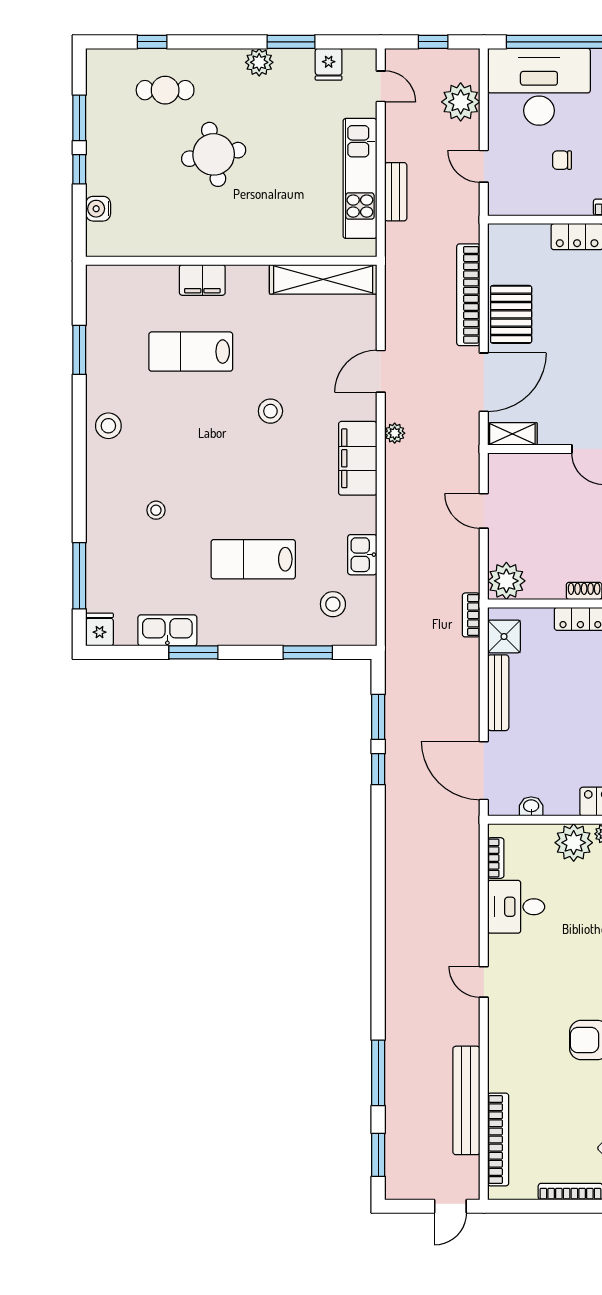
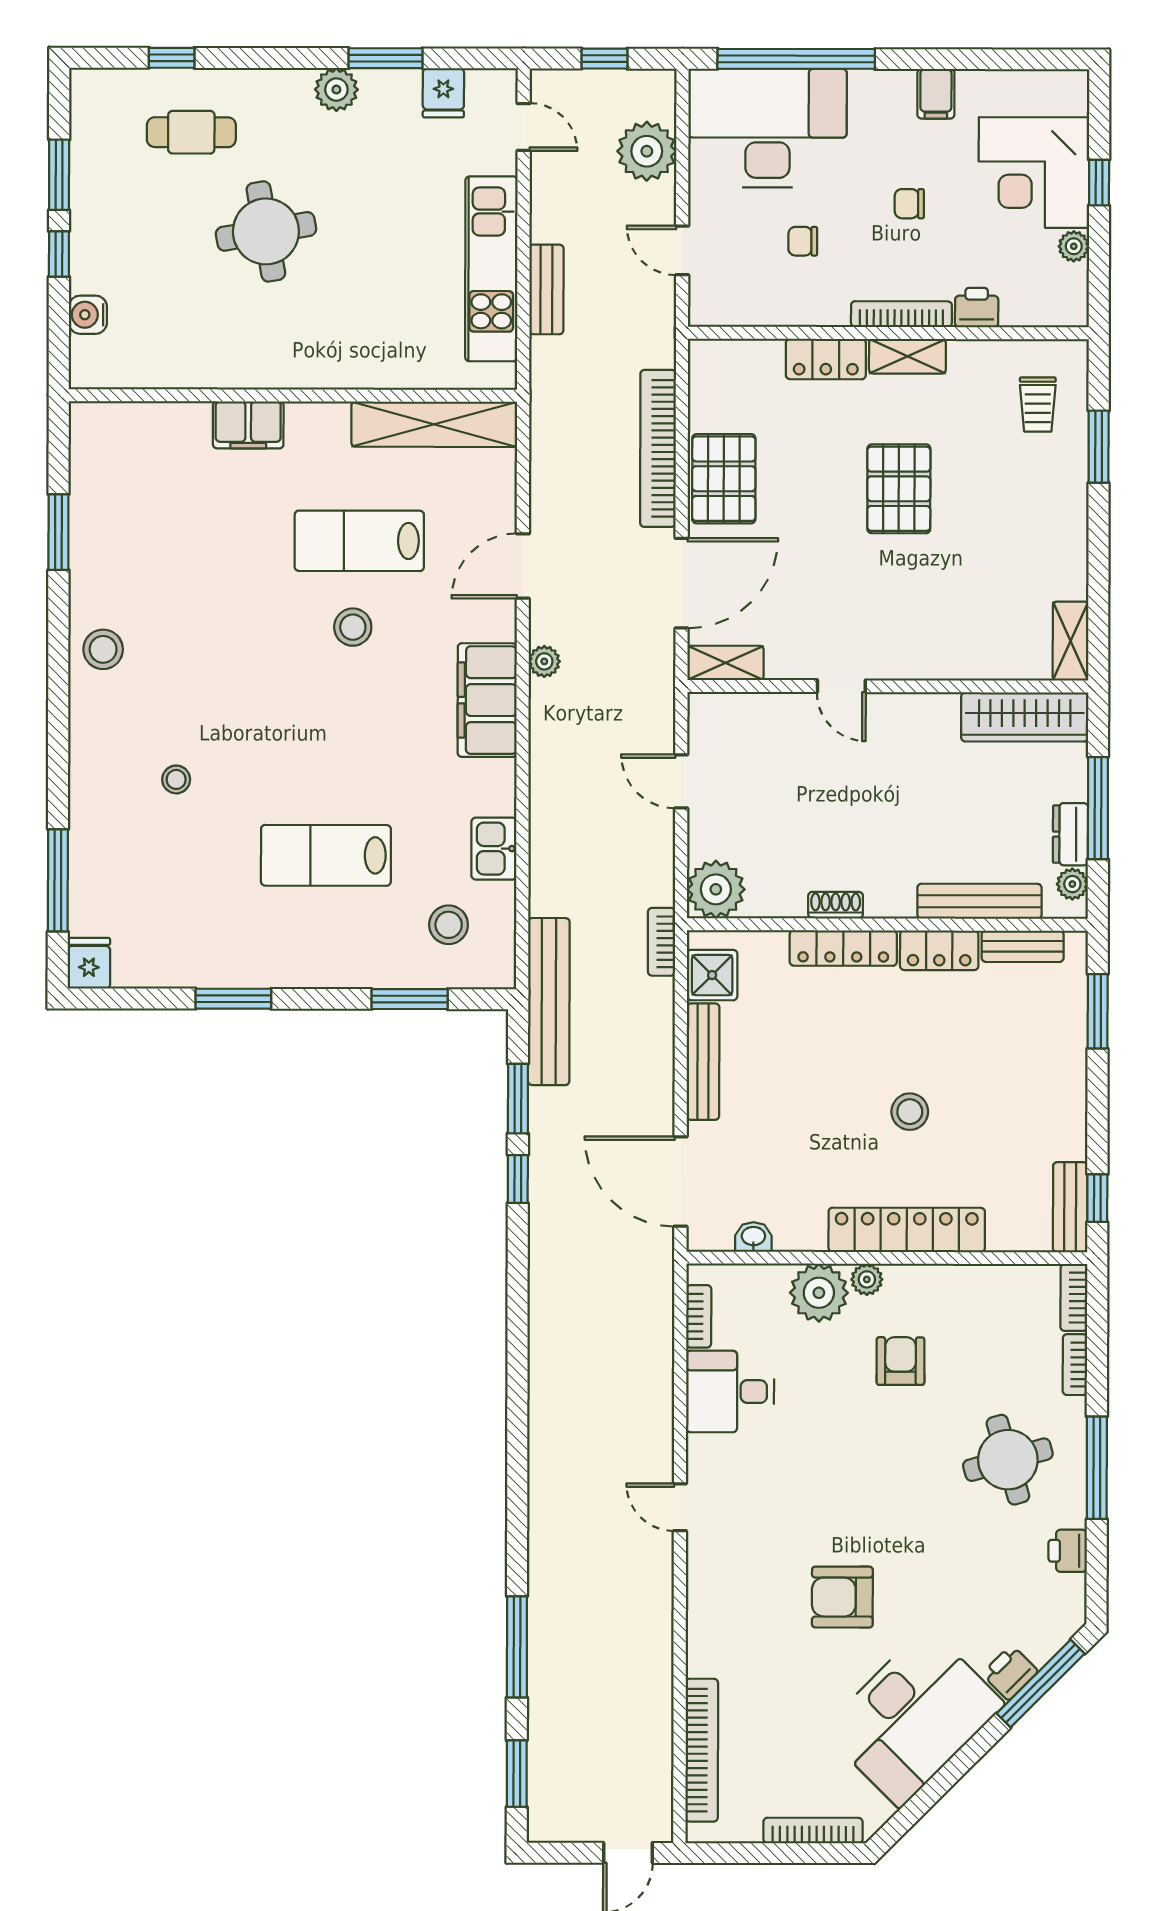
lab bench: (191, 352) -> (359, 541), moved
kitchen sink: (167, 630) -> (193, 965), removed
bench: (466, 1100) -> (549, 1002), moved

